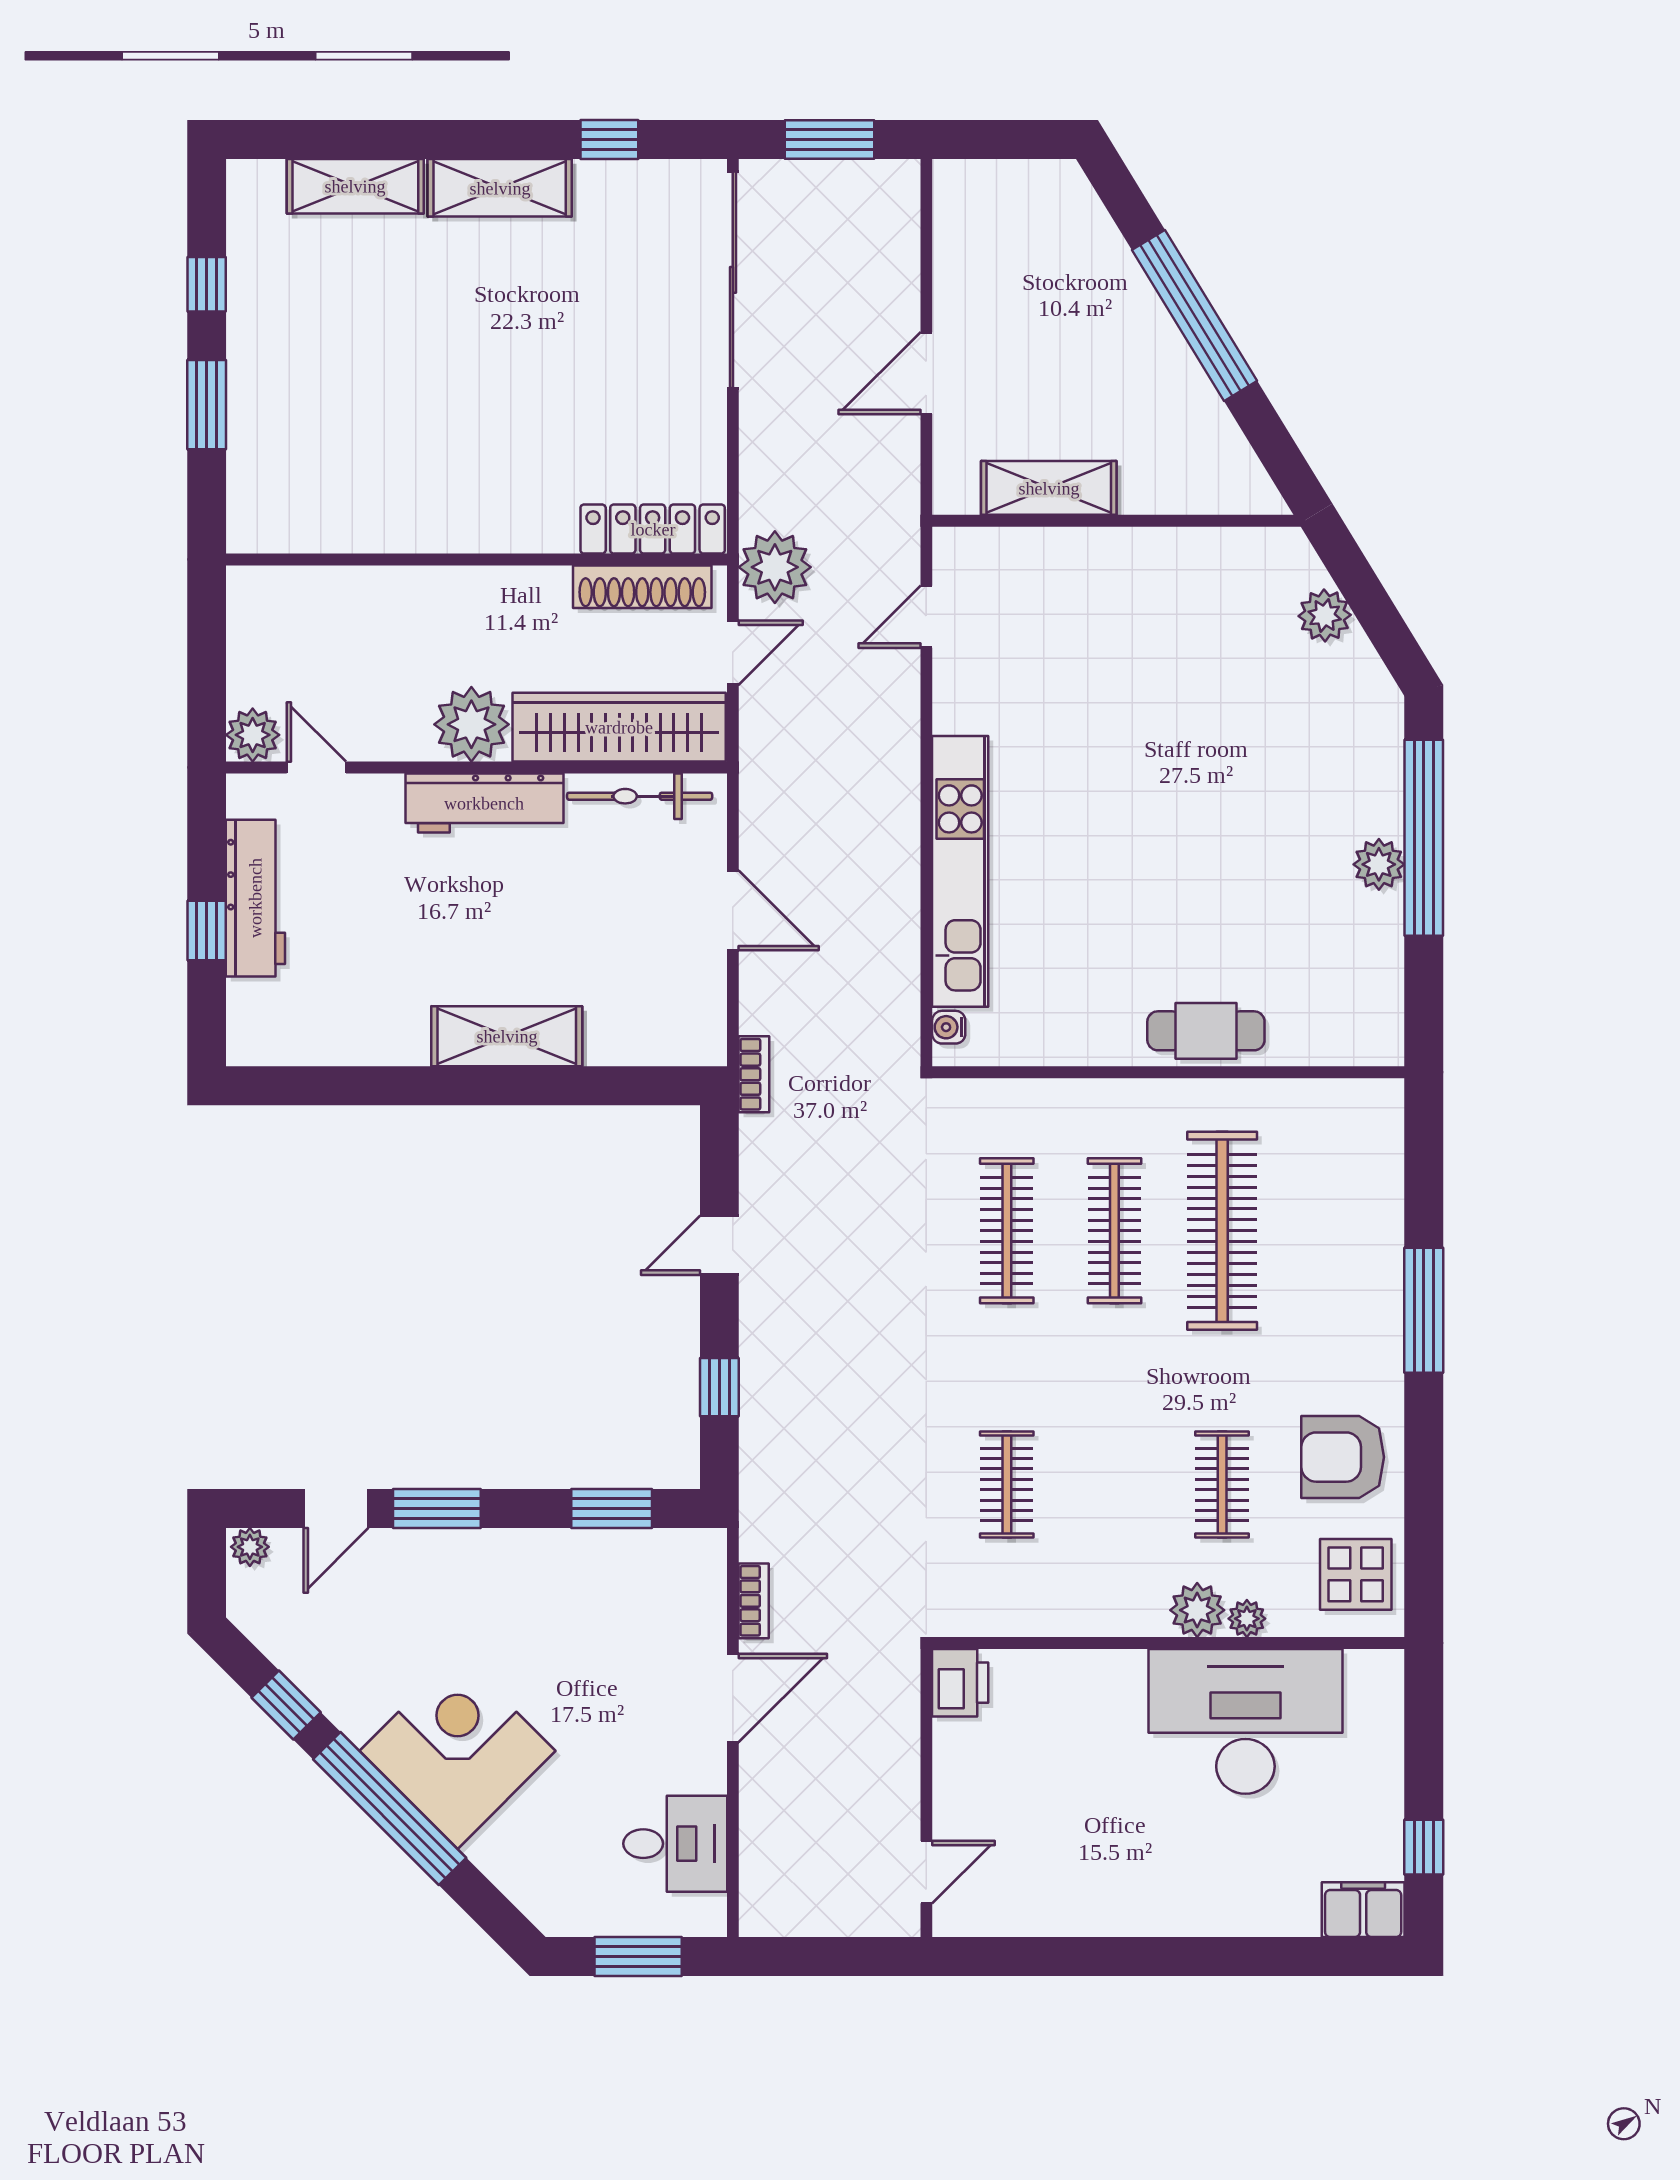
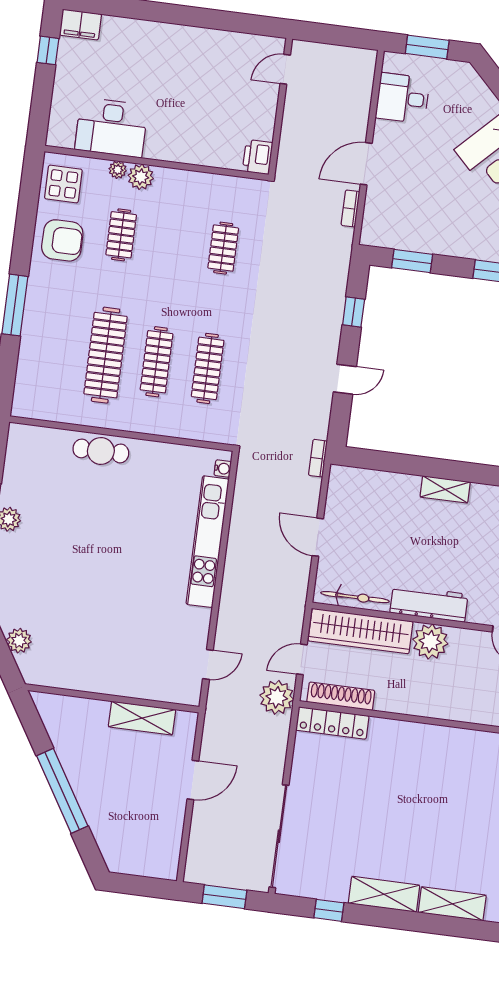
shelving: (507, 1036) -> (445, 489), width x0.67, depth x0.75
desk: (1245, 1721) -> (111, 127), width x0.73, depth x0.77

